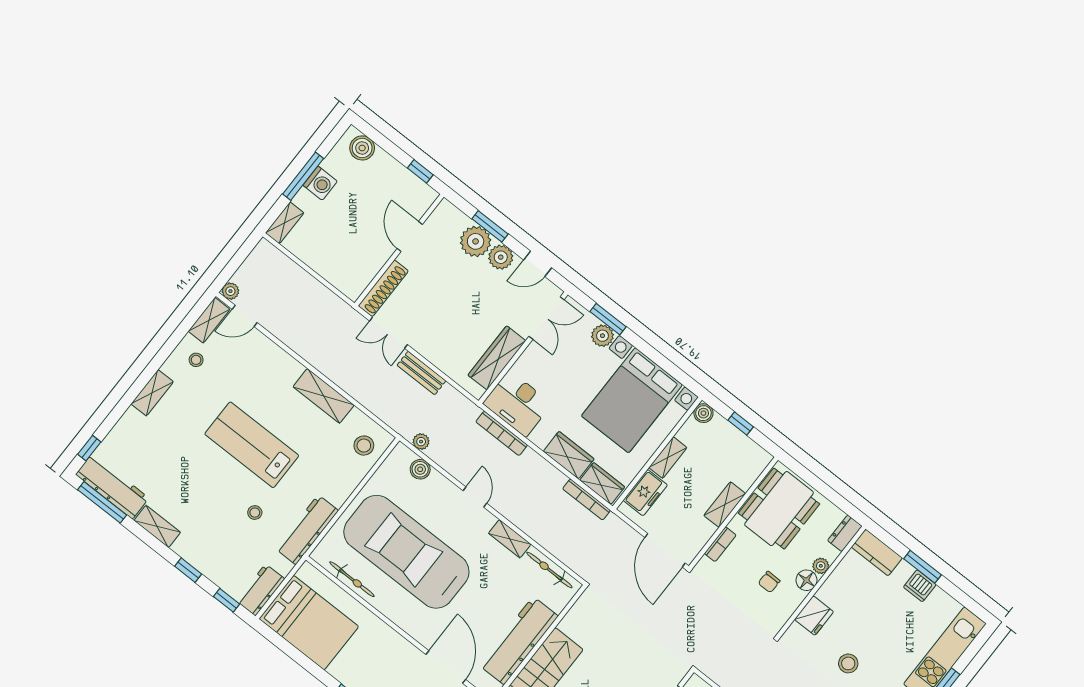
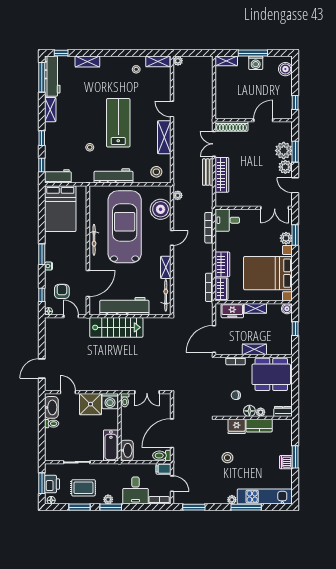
door: (245, 316) -> (172, 109), moved
wardrobe: (497, 358) -> (222, 175), moved, turned 90
shelving: (152, 393) -> (87, 61), moved
desk: (517, 404) -> (227, 220), width x0.73
boiler: (420, 469) -> (161, 209), width x1.86, depth x1.86
workbench: (307, 530) -> (114, 176), moved
kitchen counter: (877, 552) -> (259, 426), moved, turned -90
bicycle: (352, 579) -> (94, 240), moved

